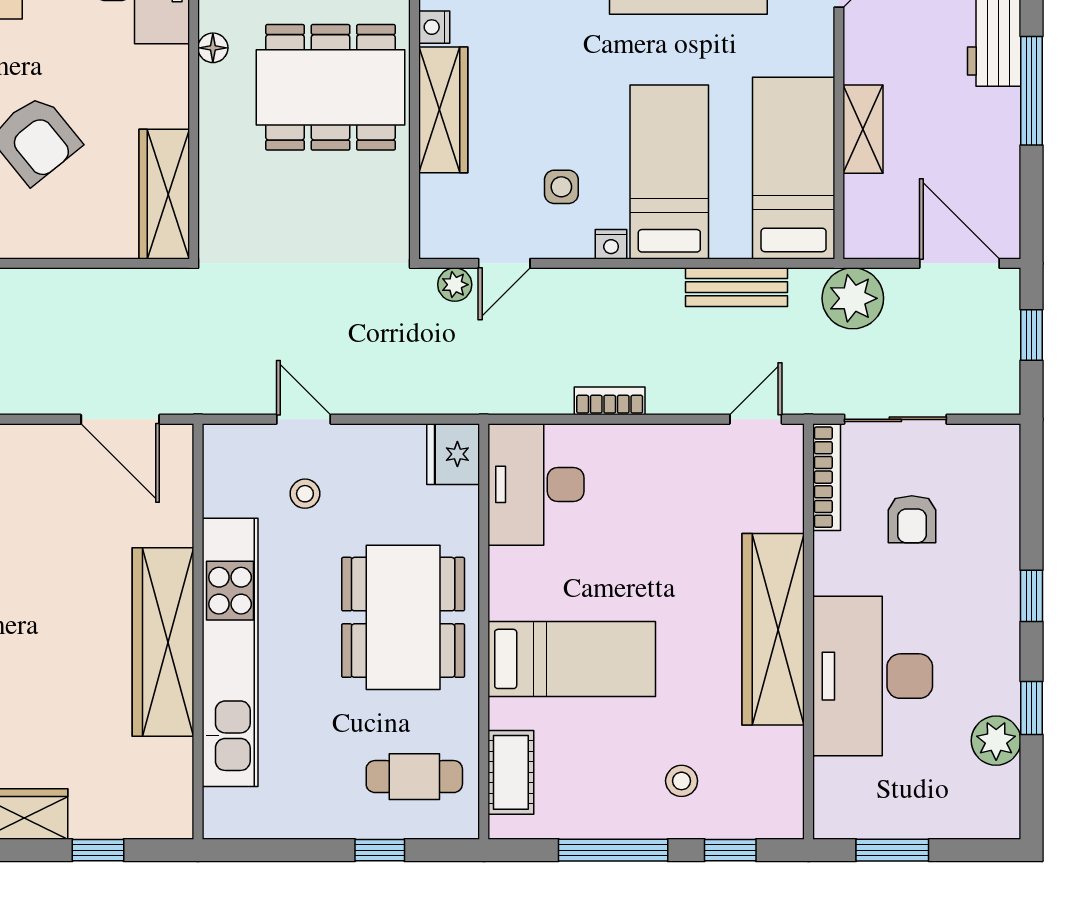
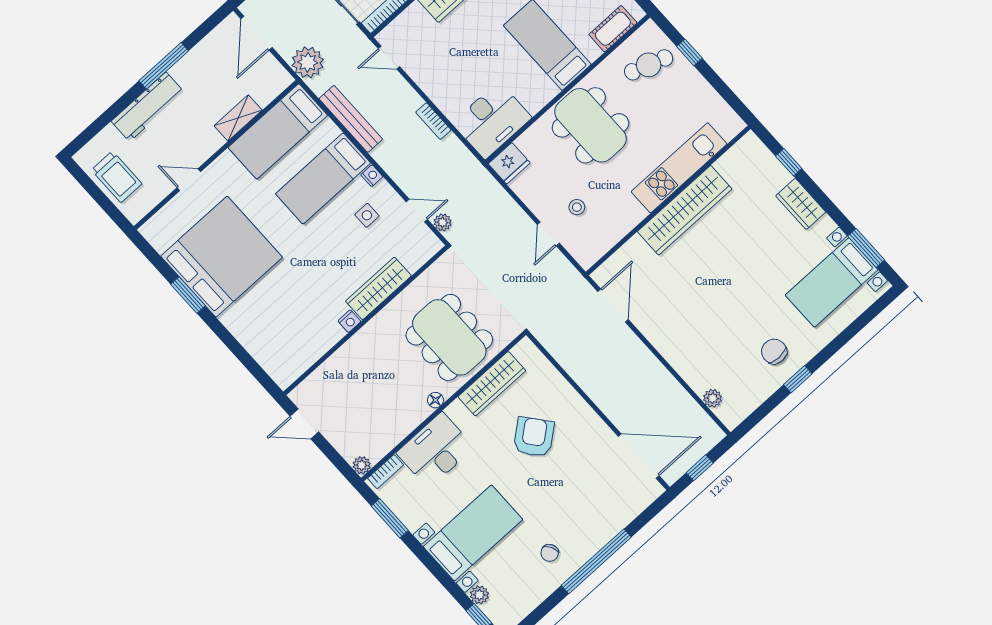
dining table: (331, 87) -> (449, 337), moved
wardrobe: (164, 194) -> (492, 384), moved
bench: (736, 287) -> (351, 119), width x1.36
dining table: (403, 617) -> (590, 125), turned 90
kitchen unit: (230, 652) -> (679, 168), width x0.73
cafe table: (414, 777) -> (649, 65), turned -71

